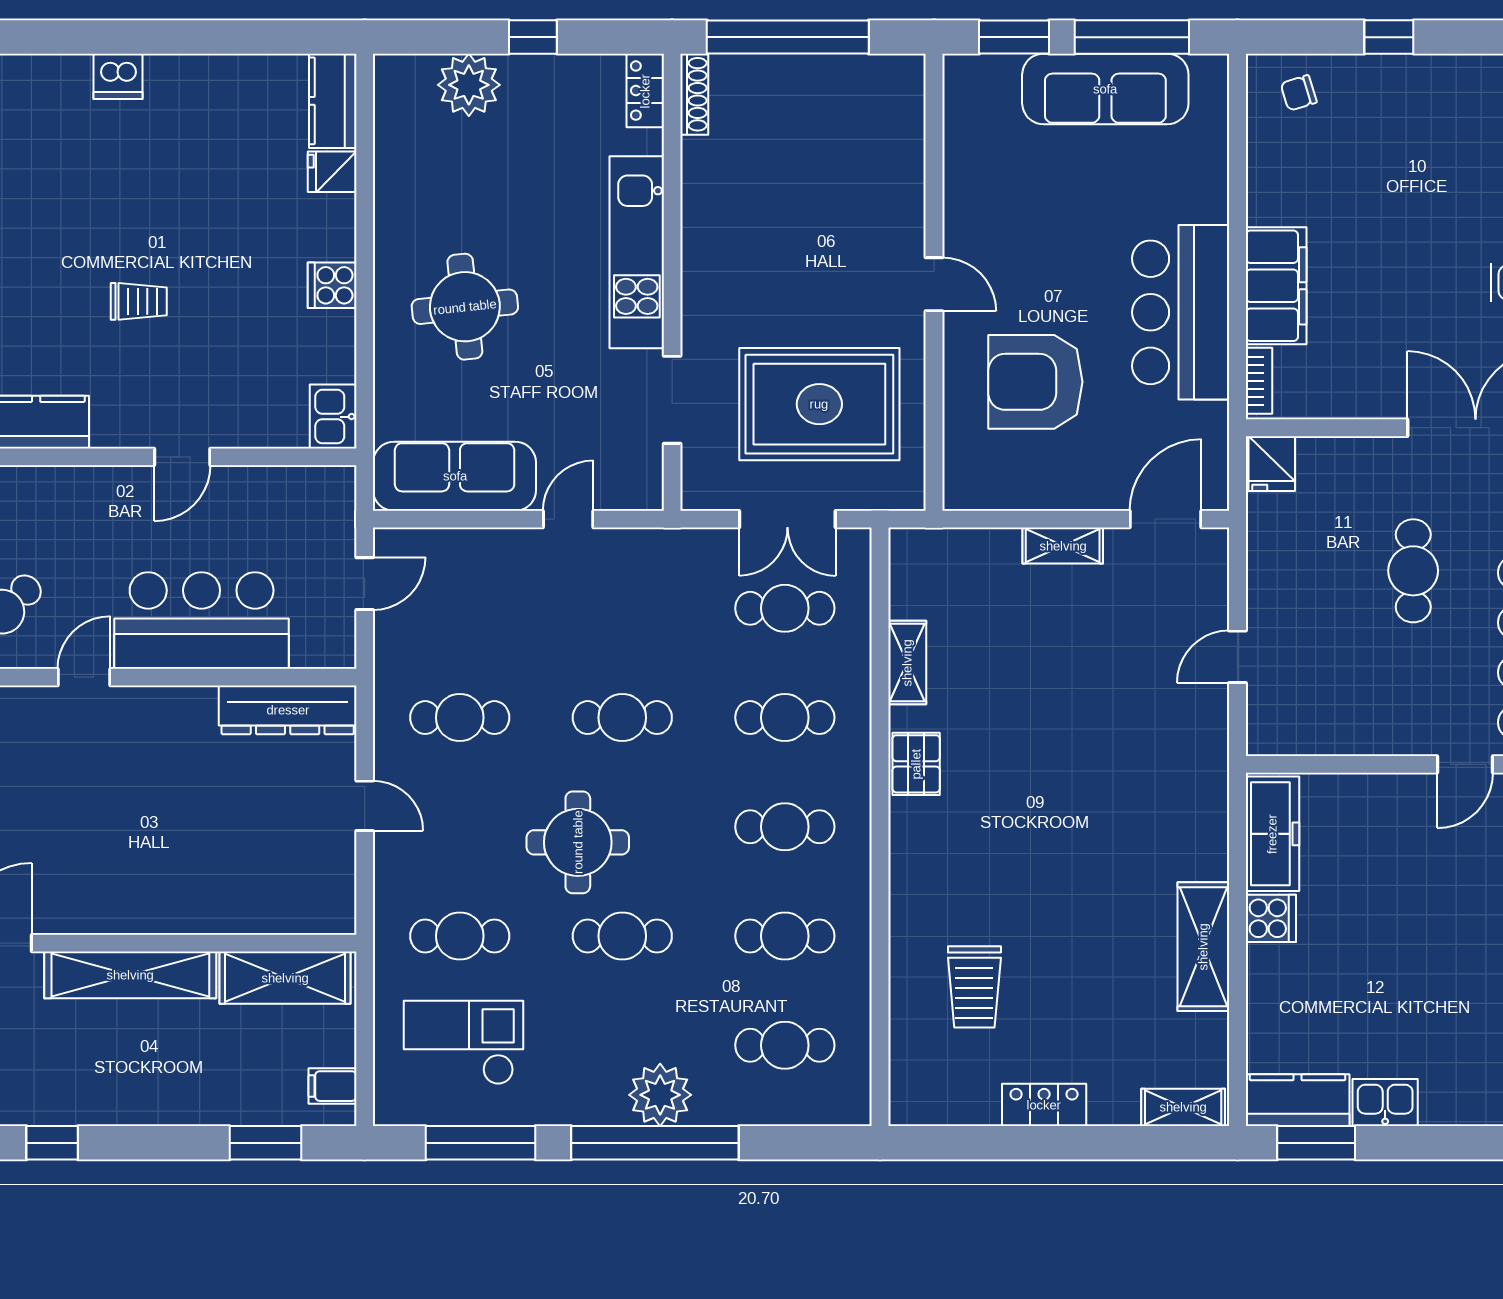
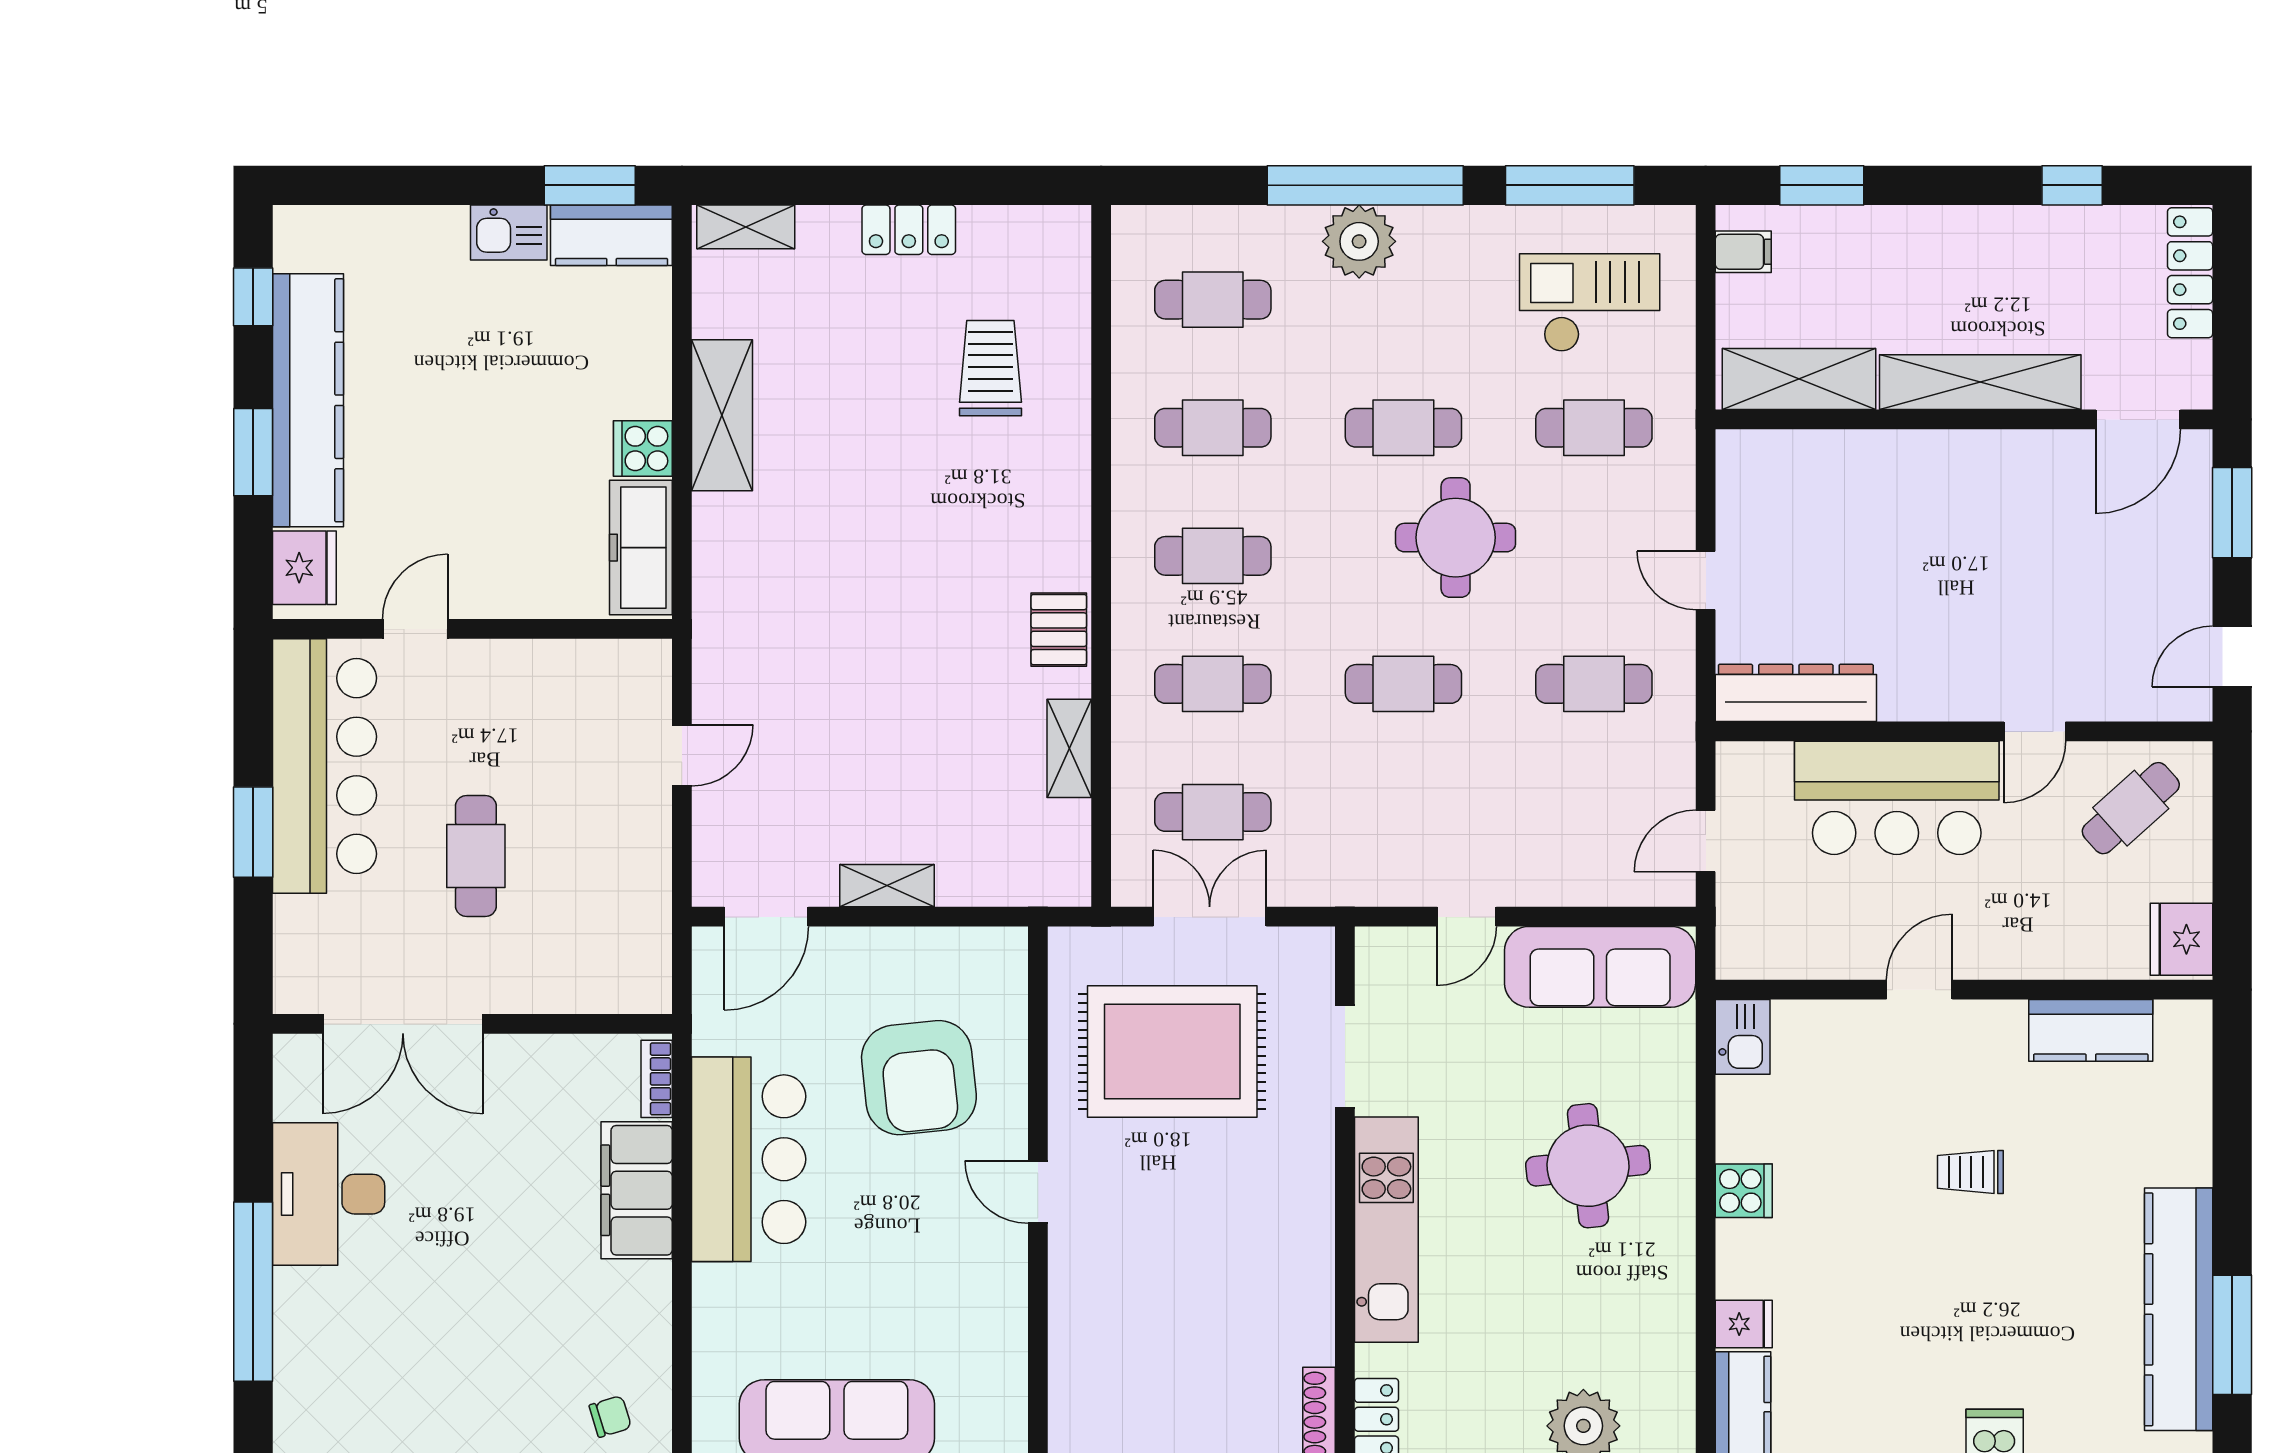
armchair: (1035, 382) -> (919, 1078), turned 84
fridge: (1272, 464) -> (642, 982), removed
checkout: (464, 1043) -> (1590, 303), turned 180

